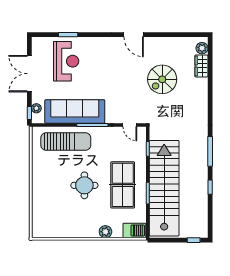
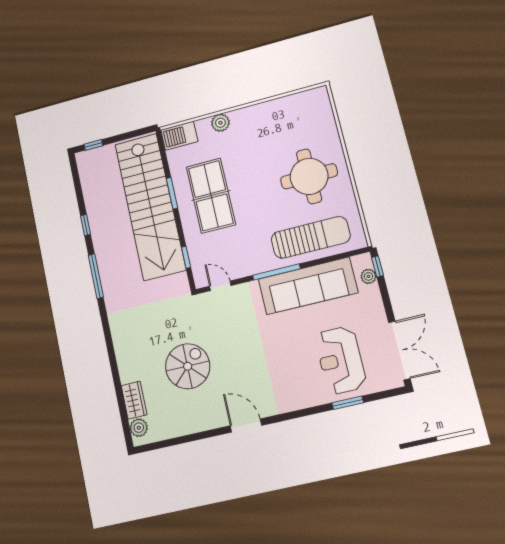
double door: (29, 74) -> (399, 350), moved
sun lounger: (66, 142) -> (311, 237), turned 180
round table: (84, 185) -> (309, 176), moved, width x1.36, depth x1.36

